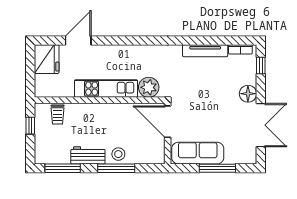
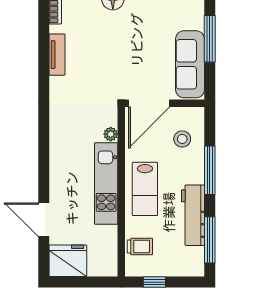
tv unit: (205, 51) -> (57, 55), width x0.71
plant: (149, 87) -> (111, 134), width x0.53, depth x0.53
lab bench: (102, 118) -> (145, 189), added
stool: (118, 154) -> (182, 139), moved
workbench: (88, 155) -> (193, 215), width x1.38

